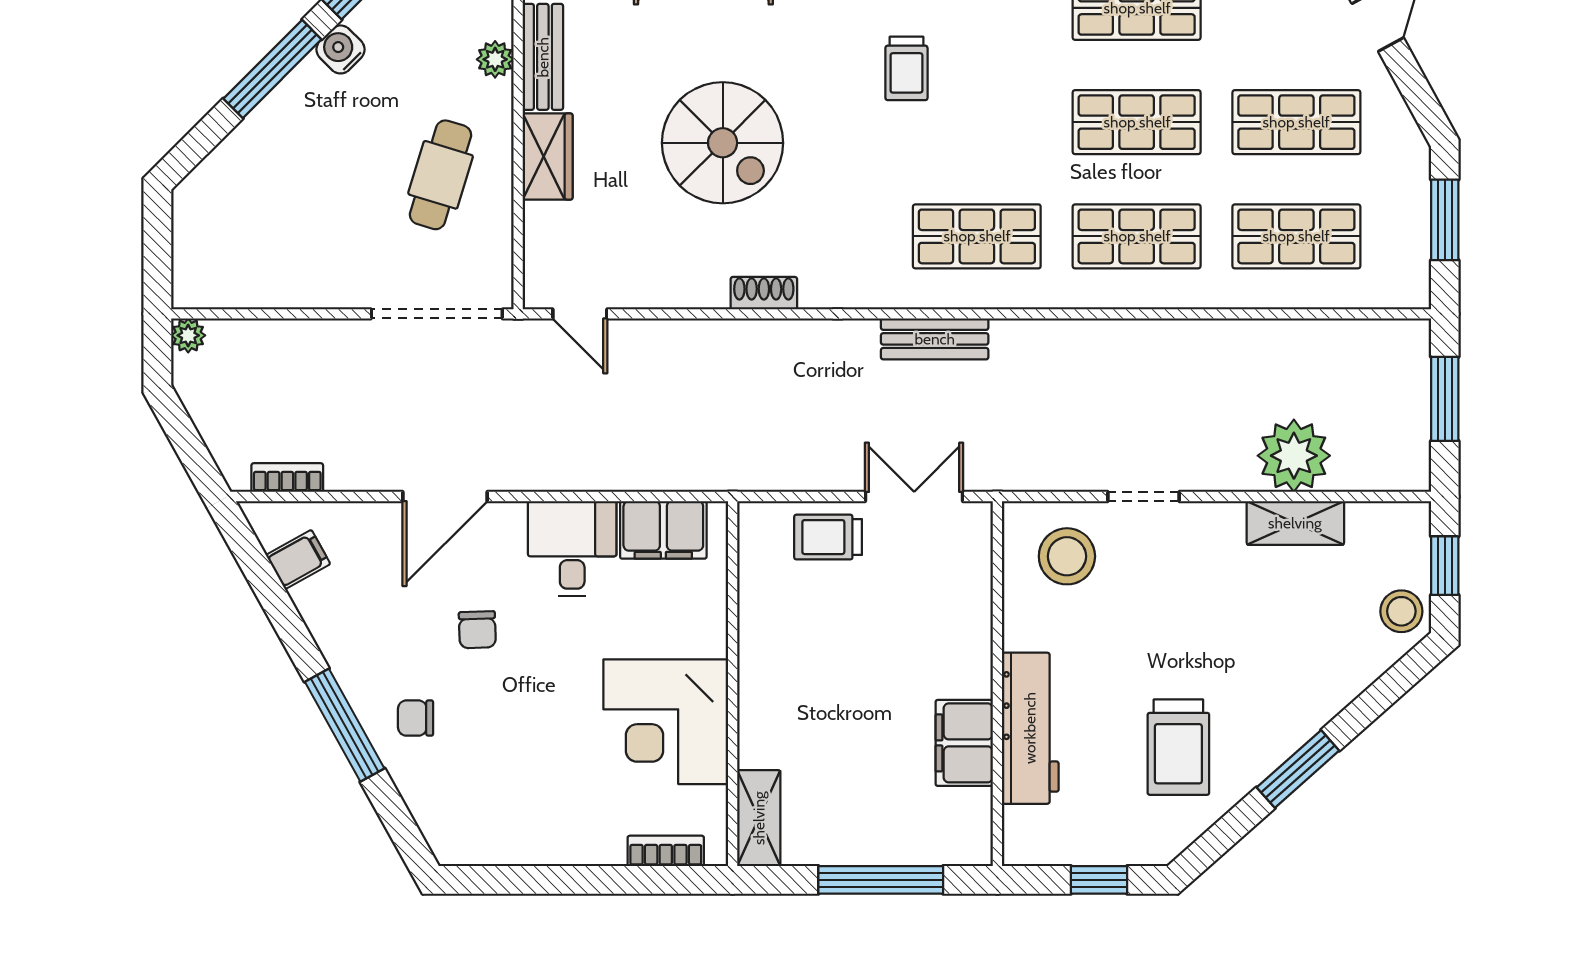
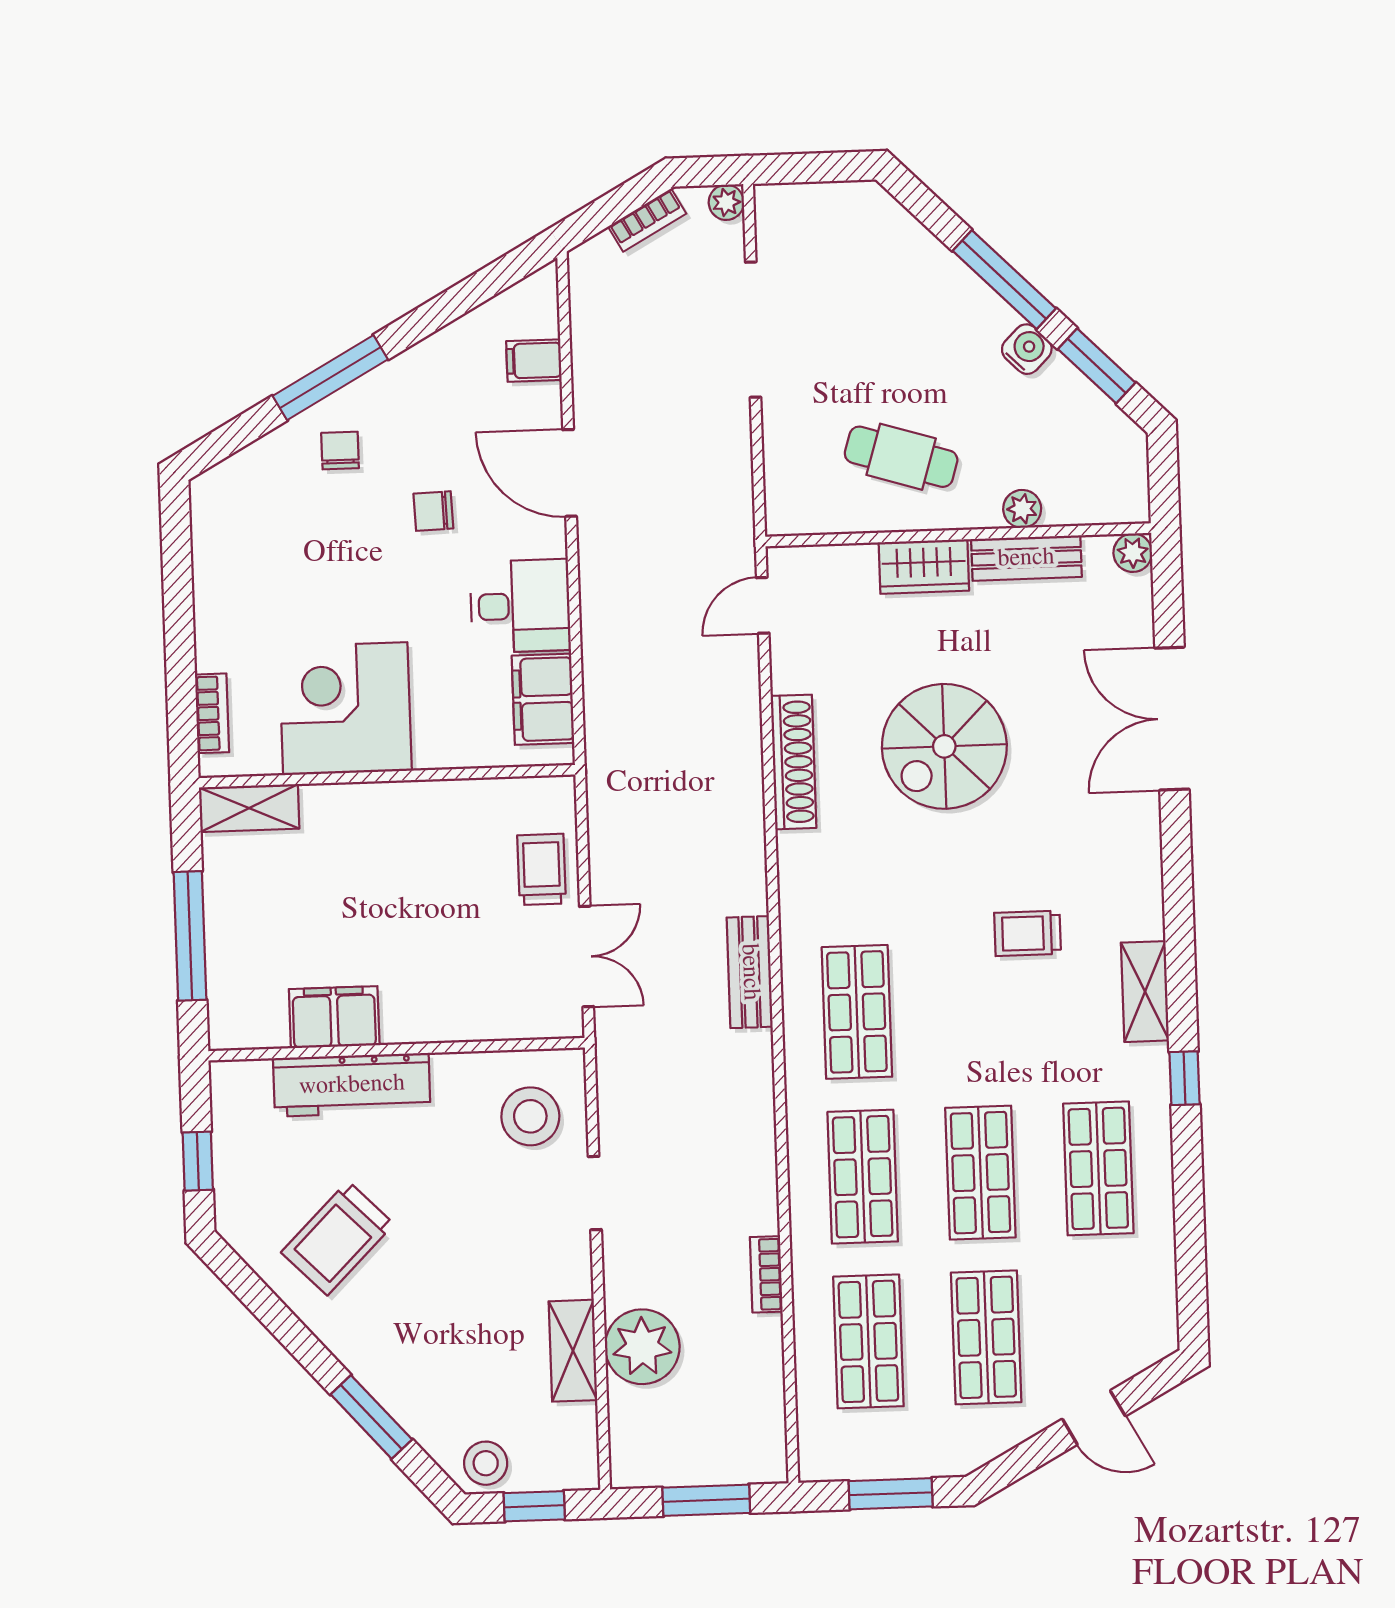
shoe rack: (764, 293) -> (794, 762), width x1.94, depth x1.24
doorway: (437, 314) -> (753, 330), moved
bookcase: (1228, 333) -> (766, 1274), added
bookcase: (287, 478) -> (647, 220), moved, turned 61
filing cabinet: (298, 560) -> (534, 361), moved, turned 119
trolley: (1178, 747) -> (338, 1238), turned -45
window: (1298, 769) -> (371, 1417), moved

